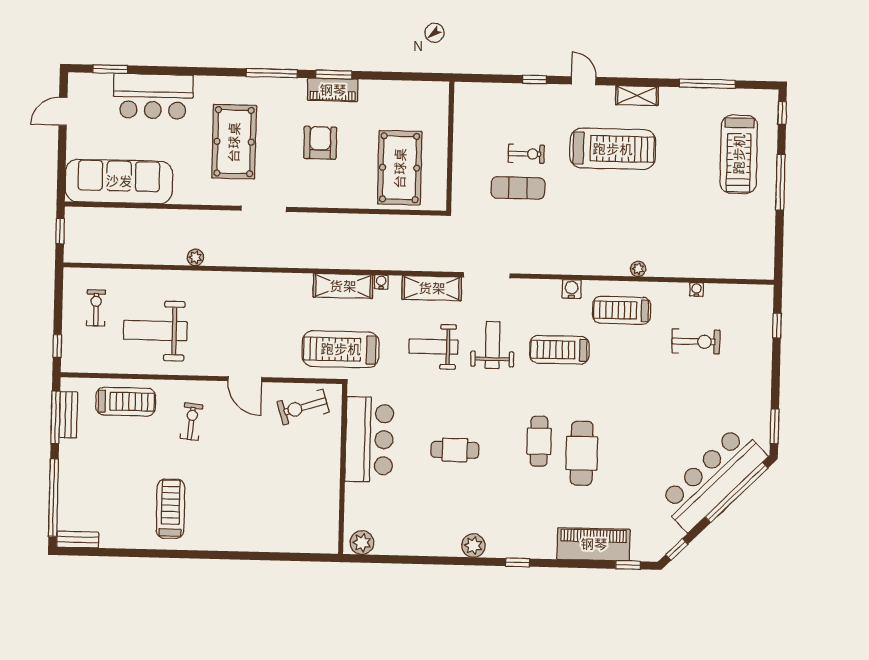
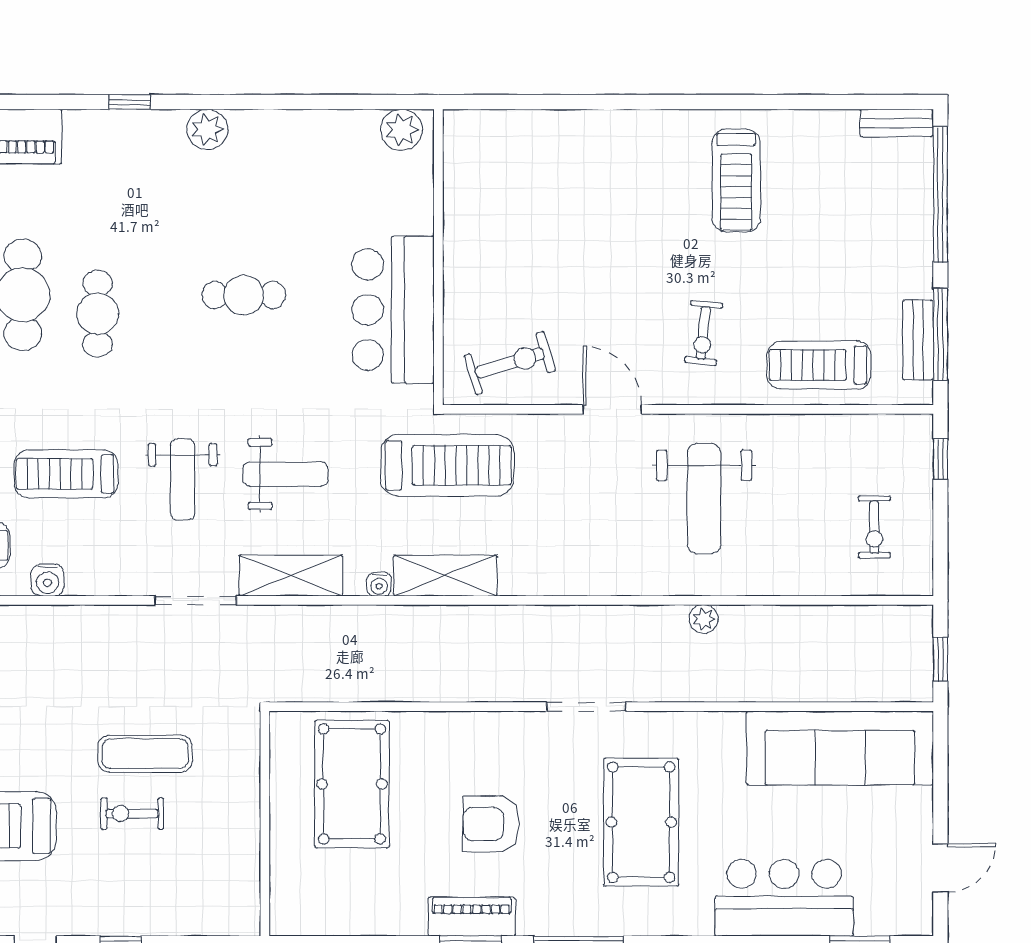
armchair: (320, 143) -> (491, 824), turned 90
weight bench: (155, 331) -> (704, 498), moved, turned 90
treadmill: (559, 350) -> (66, 474), turned 180

